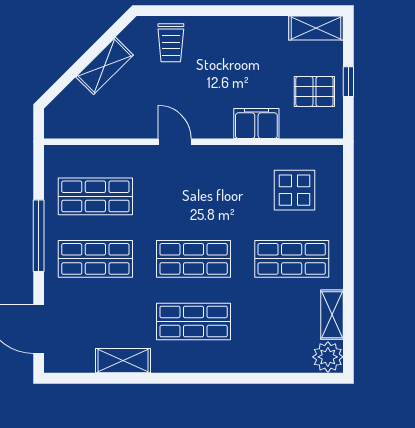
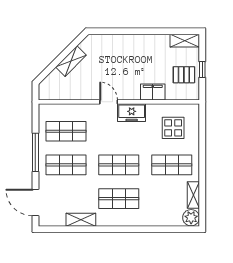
trolley: (171, 43) -> (107, 49), removed
freezer: (217, 162) -> (132, 113), added

